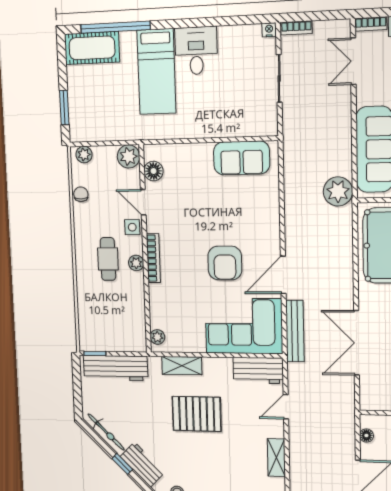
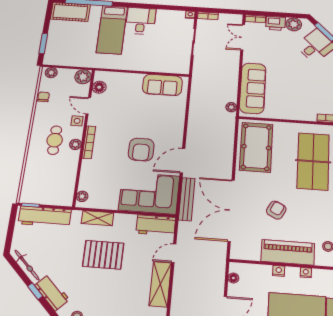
plant: (338, 191) -> (231, 107), width x0.53, depth x0.53
double door: (356, 343) -> (231, 210), width x1.36
shelving: (276, 458) -> (160, 284), width x1.50, depth x1.33

